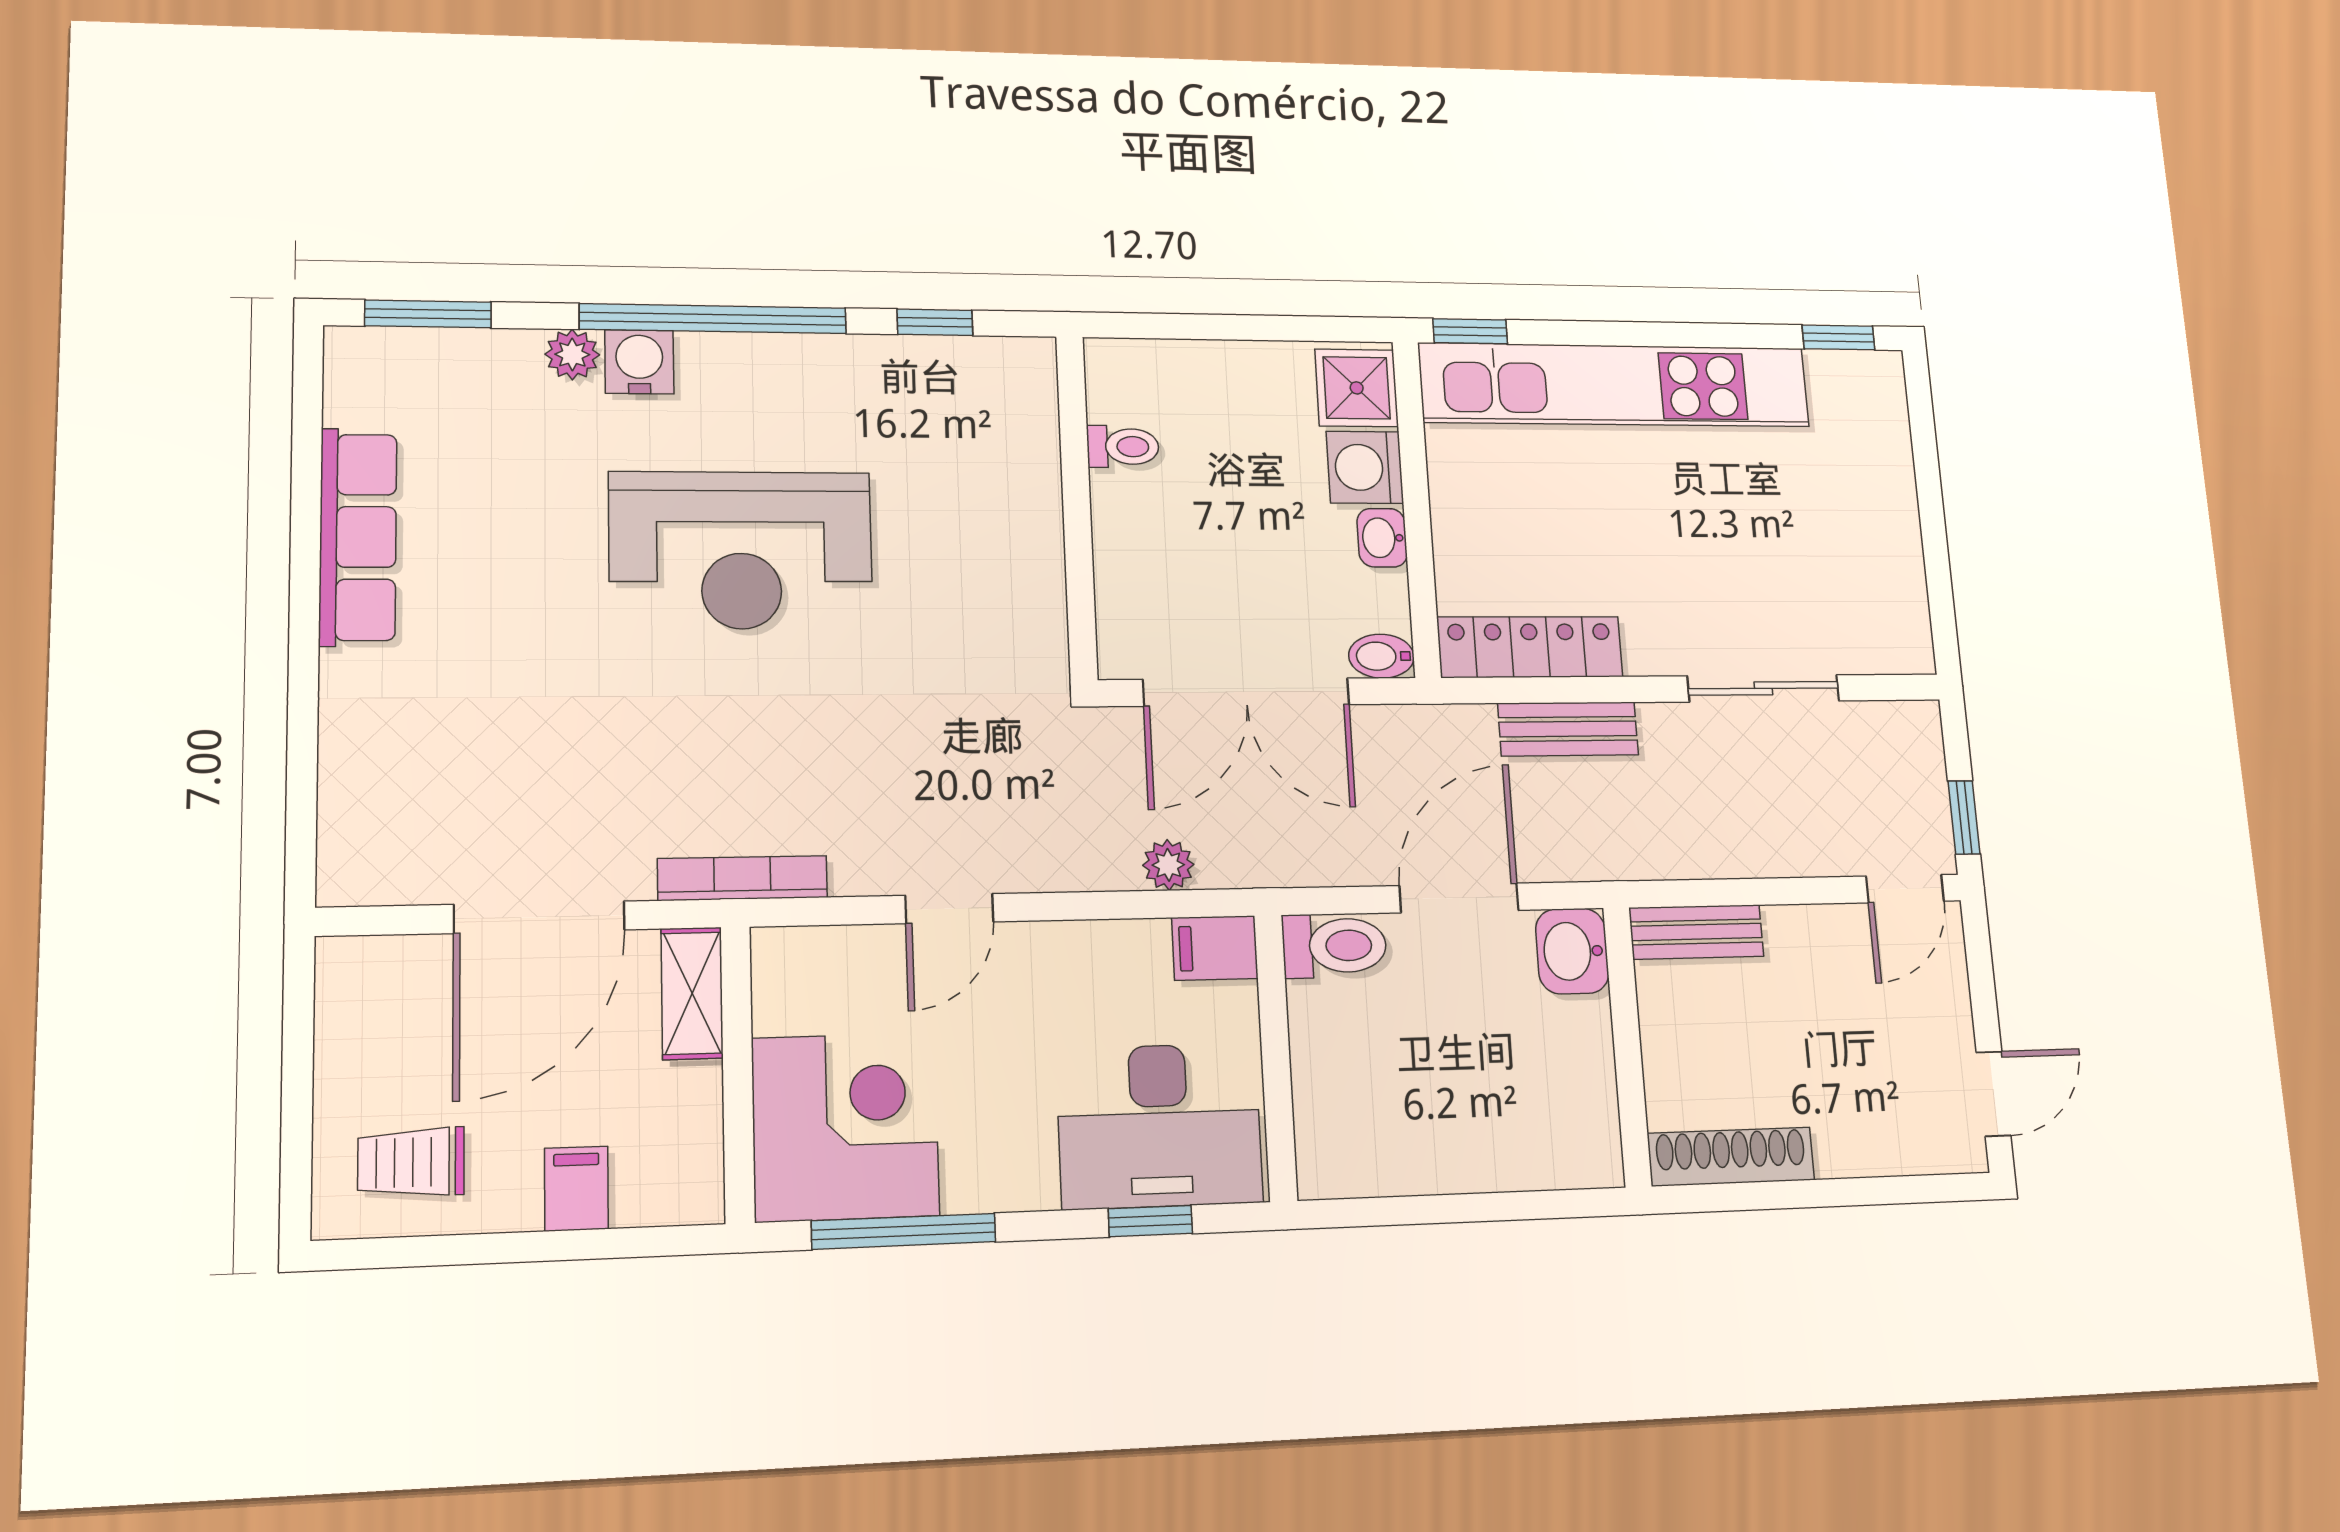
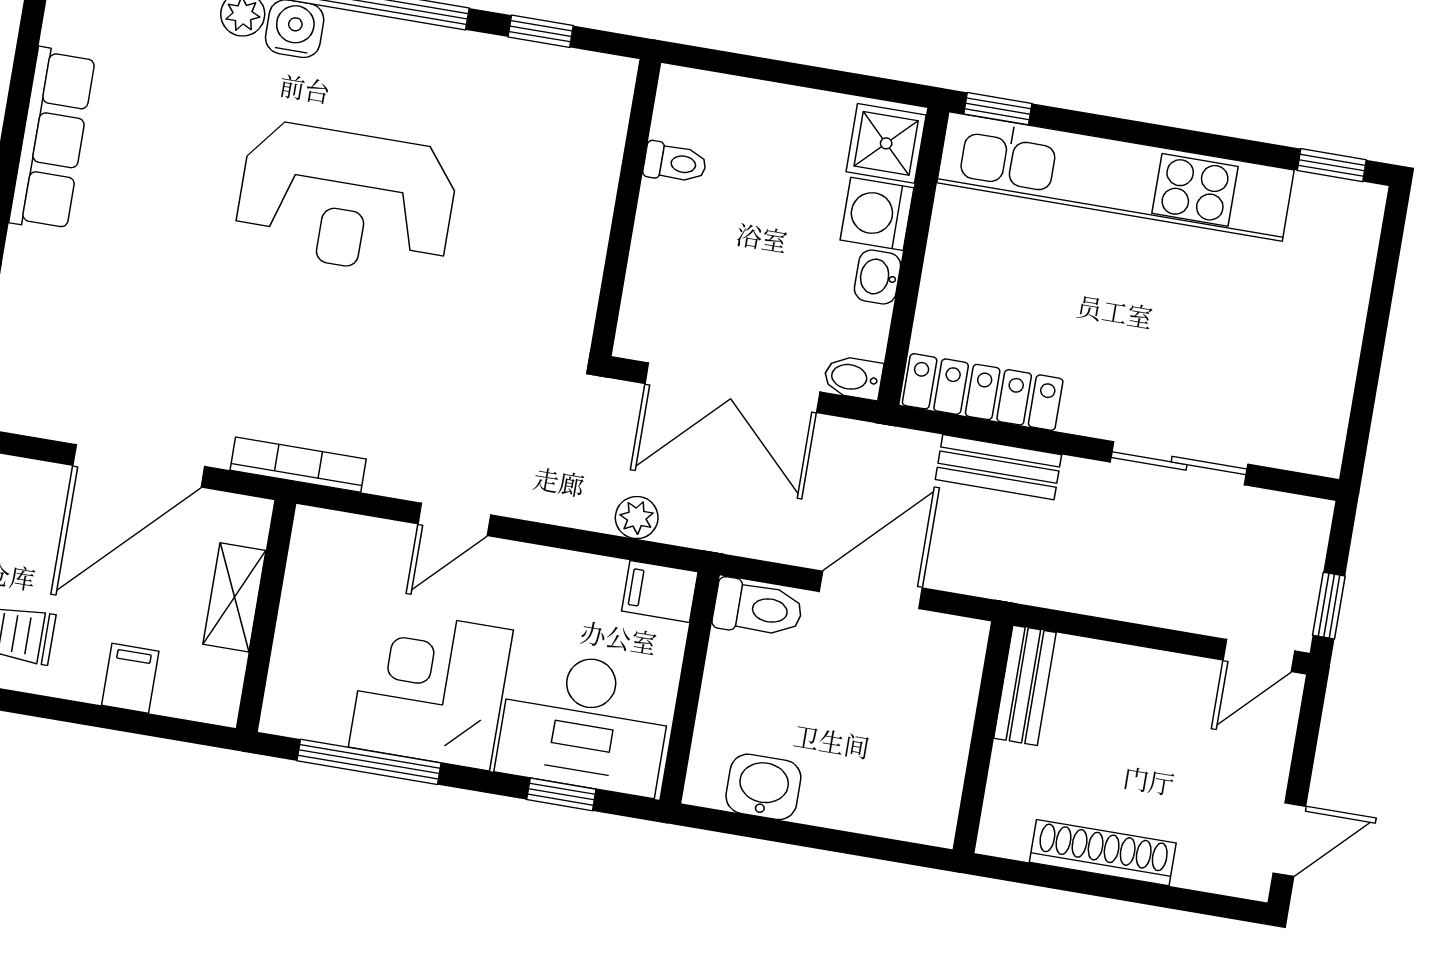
bench: (1696, 932) -> (1025, 685), moved, turned 90
washbasin: (1572, 951) -> (763, 787), moved, turned 90
shelving: (692, 993) -> (234, 597), moved
corner desk: (845, 1127) -> (431, 688), moved, turned -90
shoe rack: (1731, 1157) -> (1103, 853), moved

